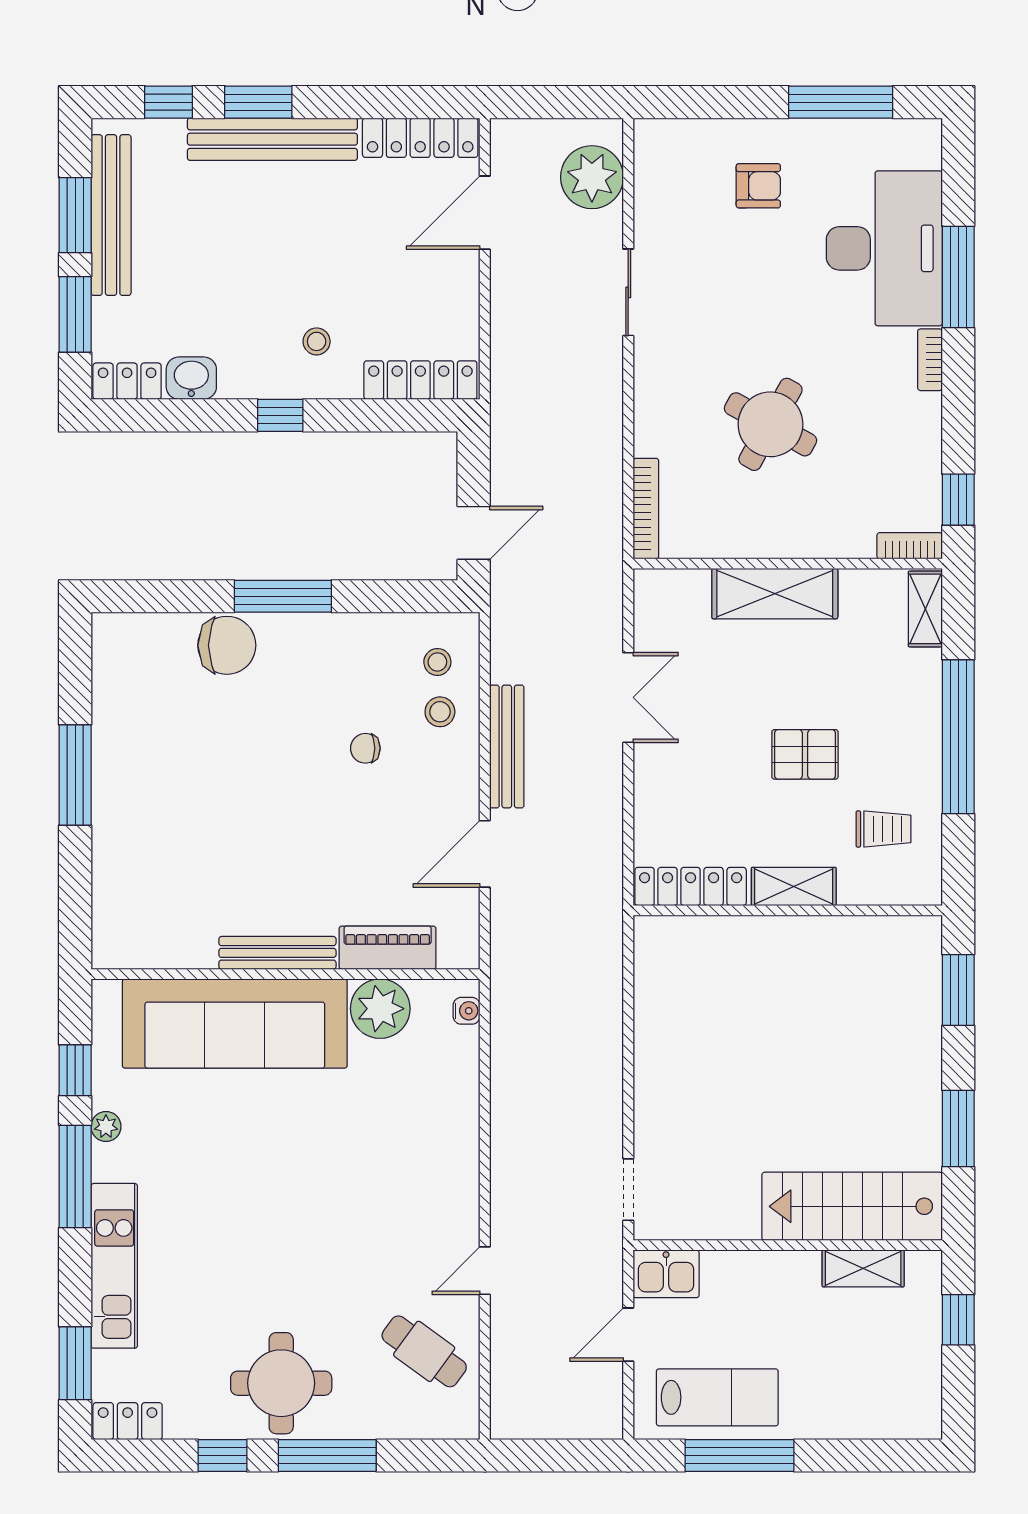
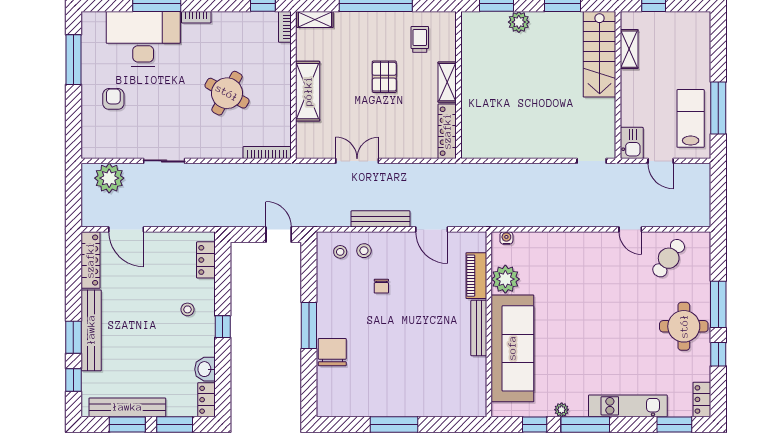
locker: (420, 380) -> (206, 260), width x0.66
plant: (920, 1037) -> (519, 22), added

